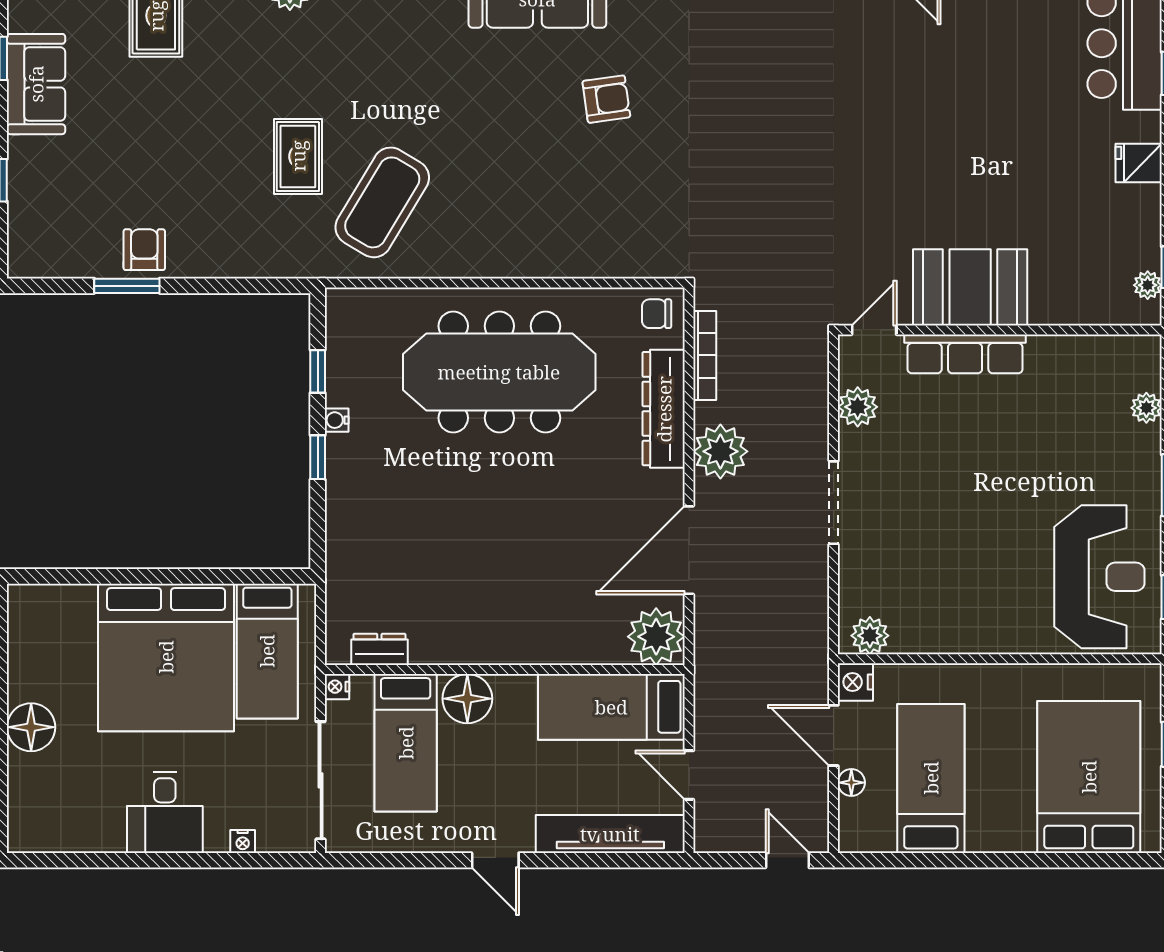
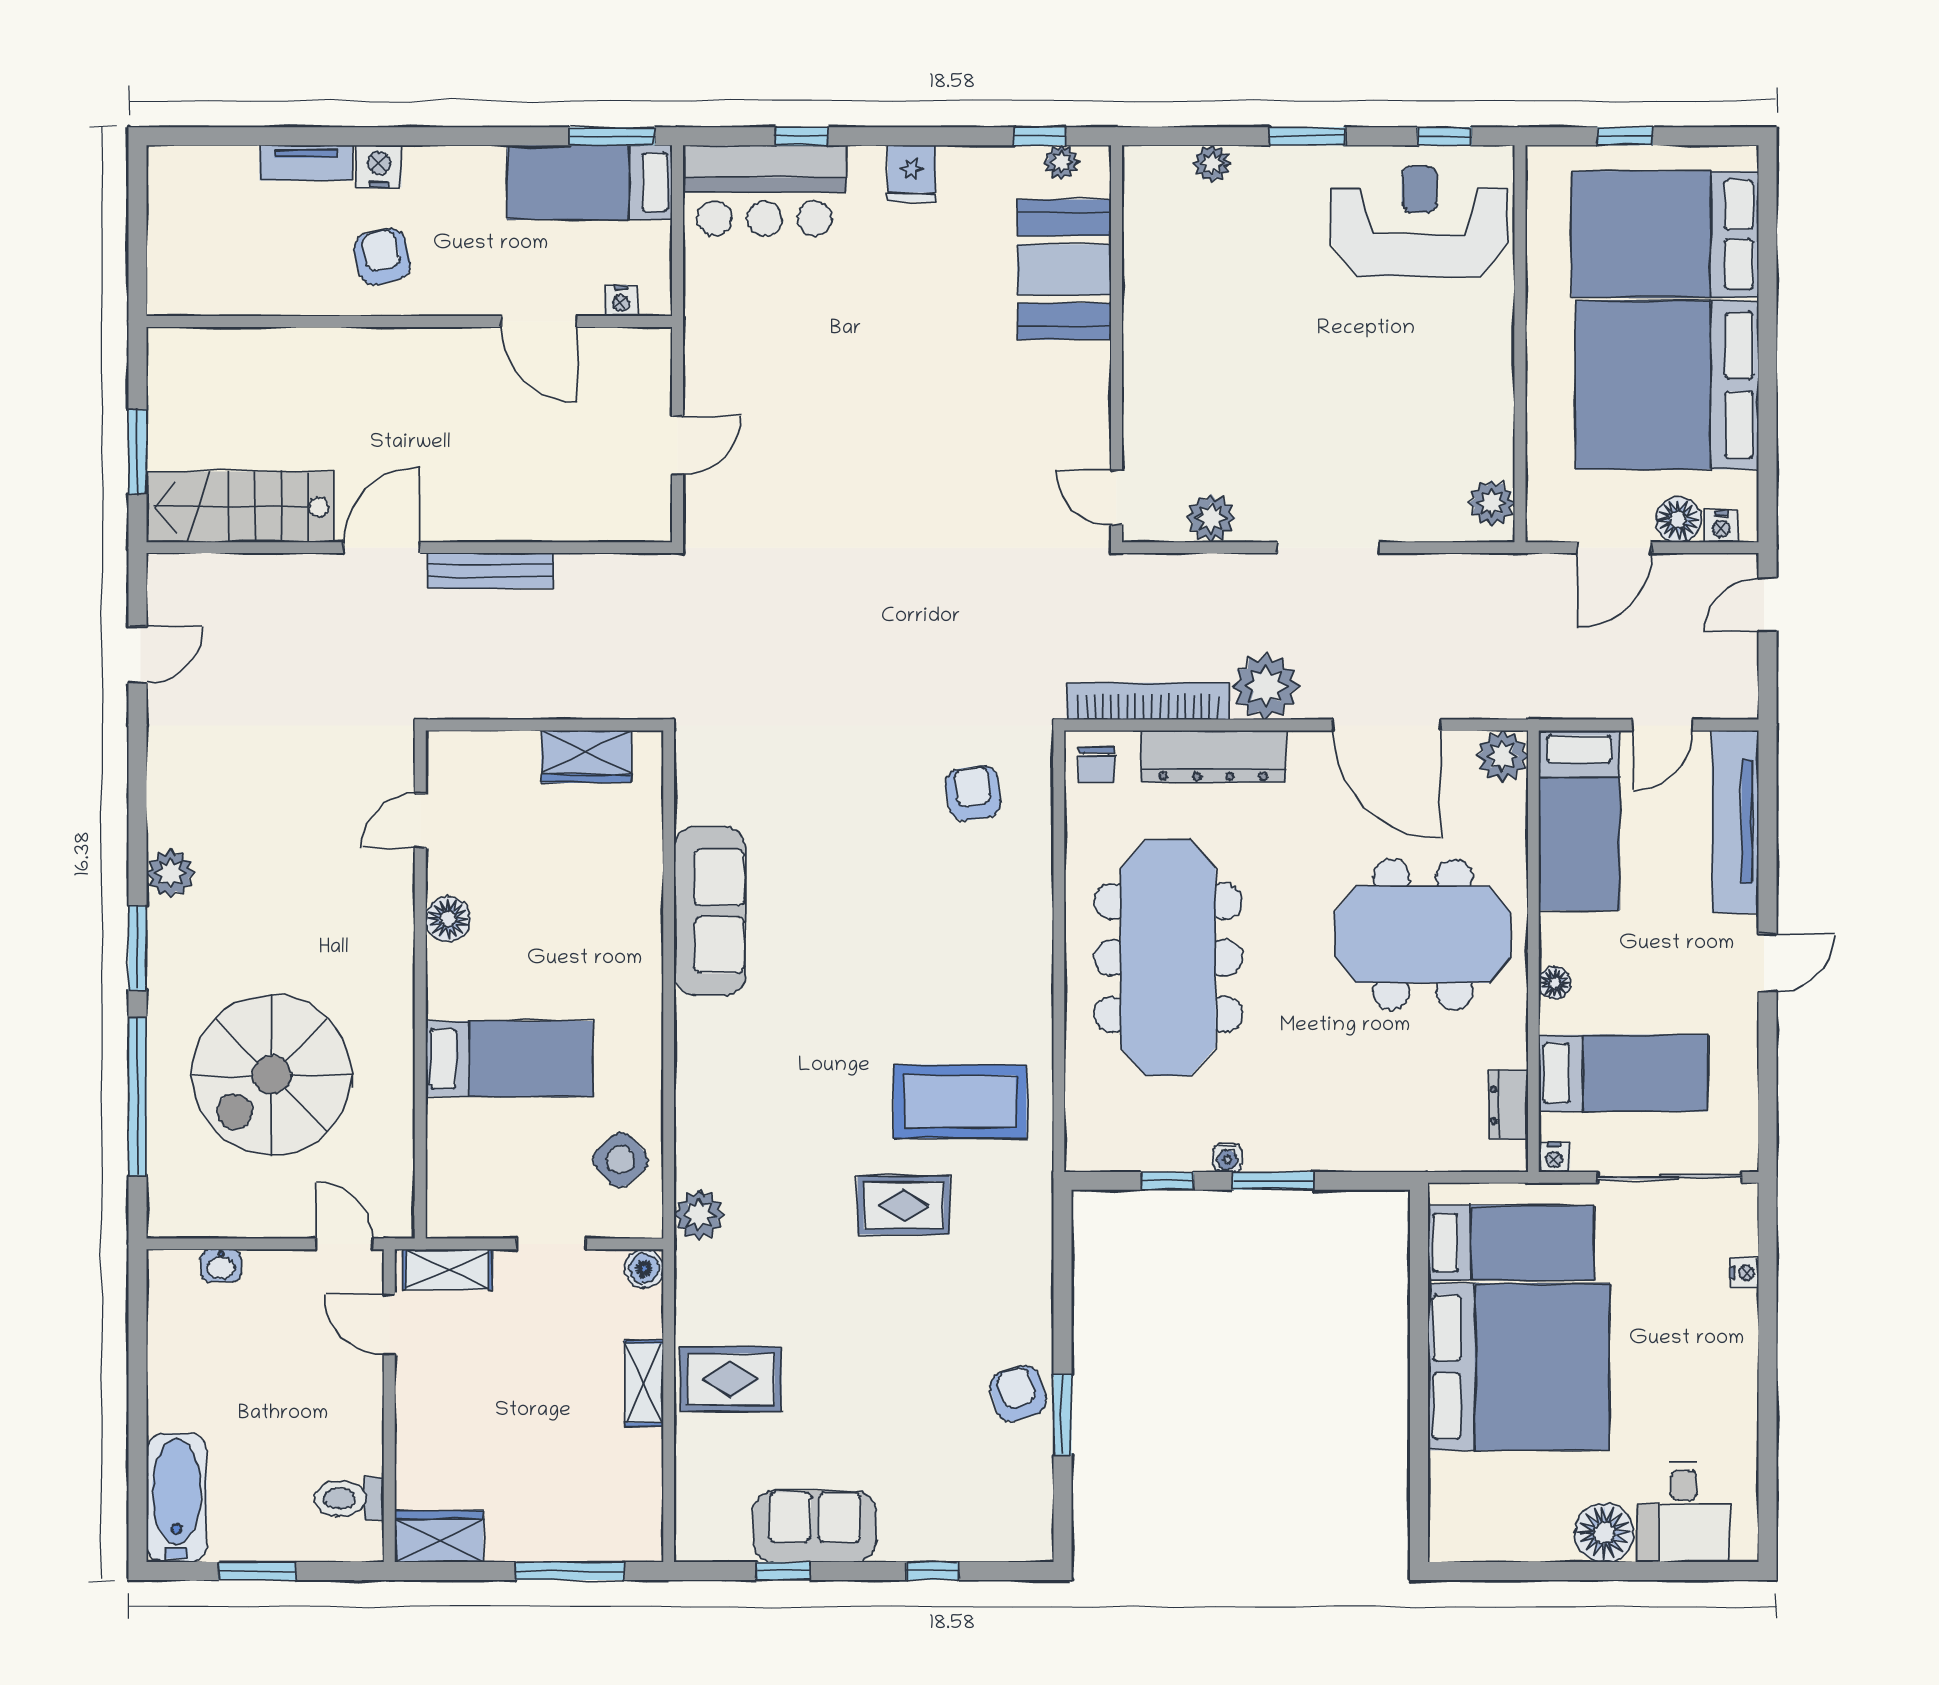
armchair: (606, 99) -> (973, 793), moved
coffee table: (382, 202) -> (960, 1102), turned -31
armchair: (144, 250) -> (1018, 1394), turned 73
booth: (970, 287) -> (1064, 270), moved
row of seats: (965, 354) -> (1146, 386), removed
bookcase: (705, 355) -> (1148, 701), width x1.48, depth x1.31
window: (318, 457) -> (1273, 1181), width x1.50
meeting table: (518, 580) -> (1423, 934), added
plant: (656, 637) -> (1502, 756), width x0.73, depth x0.73
nightstand: (855, 682) -> (1721, 526), moved, width x0.72, depth x0.74
floor lamp: (467, 699) -> (1555, 983), width x0.53, depth x0.53
bed: (931, 778) -> (1667, 385), width x2.04
floor lamp: (851, 783) -> (1678, 520), width x1.37, depth x1.37
desk: (165, 812) -> (1684, 1512), moved, turned 90

